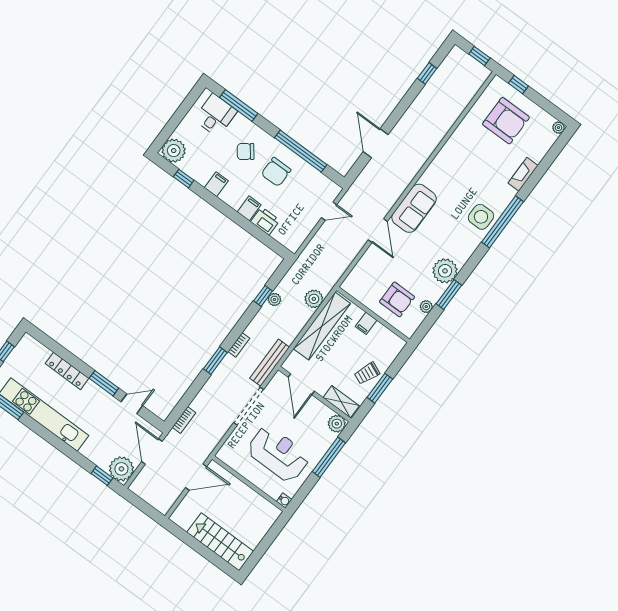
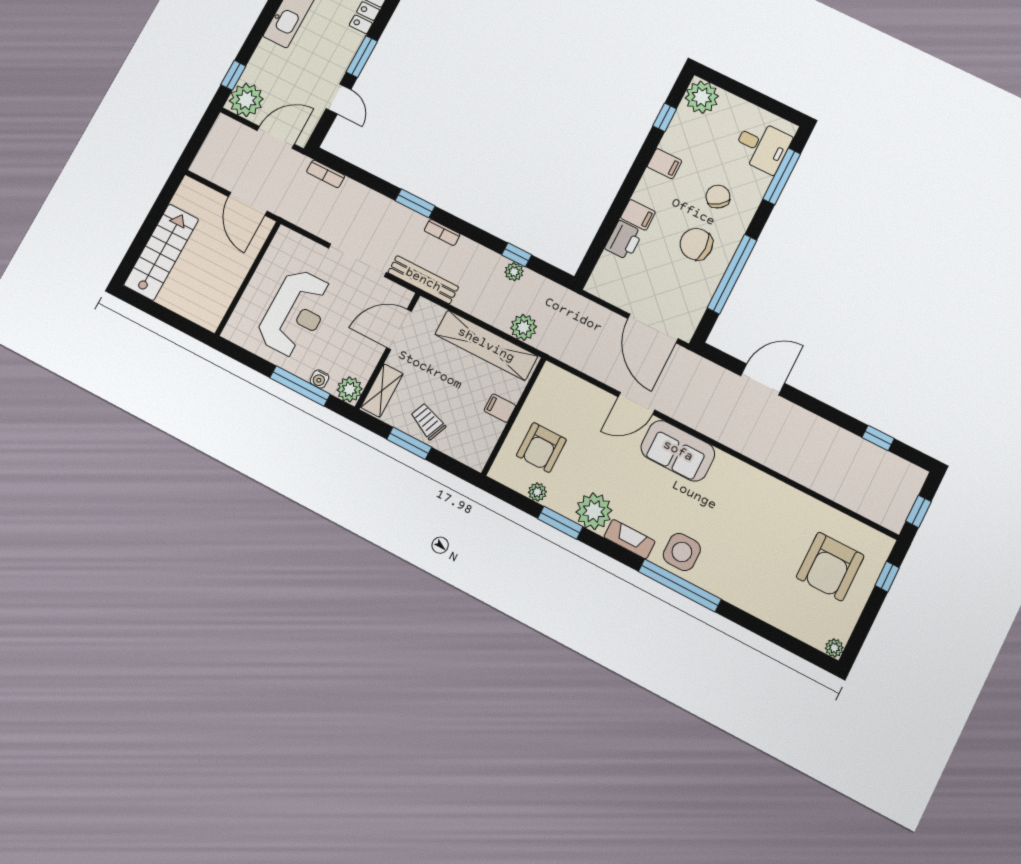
fireplace: (523, 174) -> (630, 539), moved
door: (329, 211) -> (653, 329), width x1.87
water cooler: (284, 500) -> (319, 379), moved

